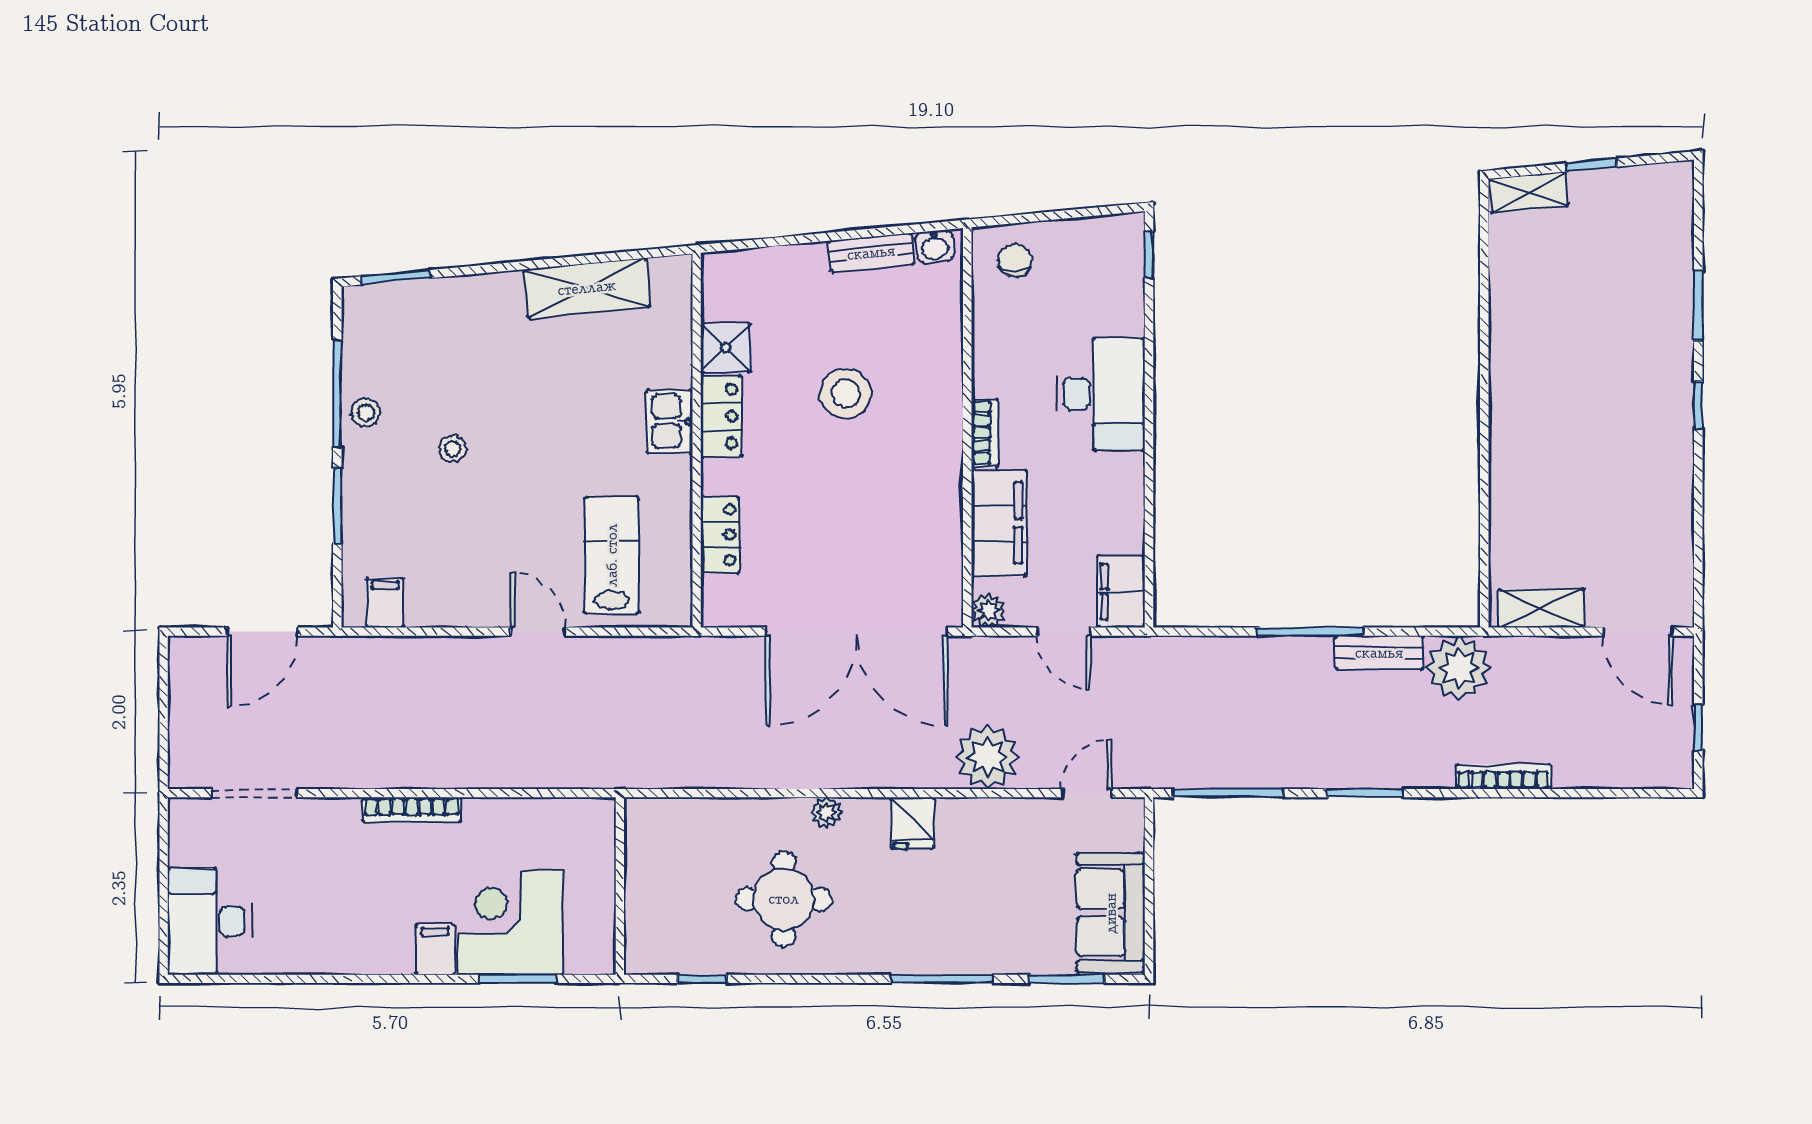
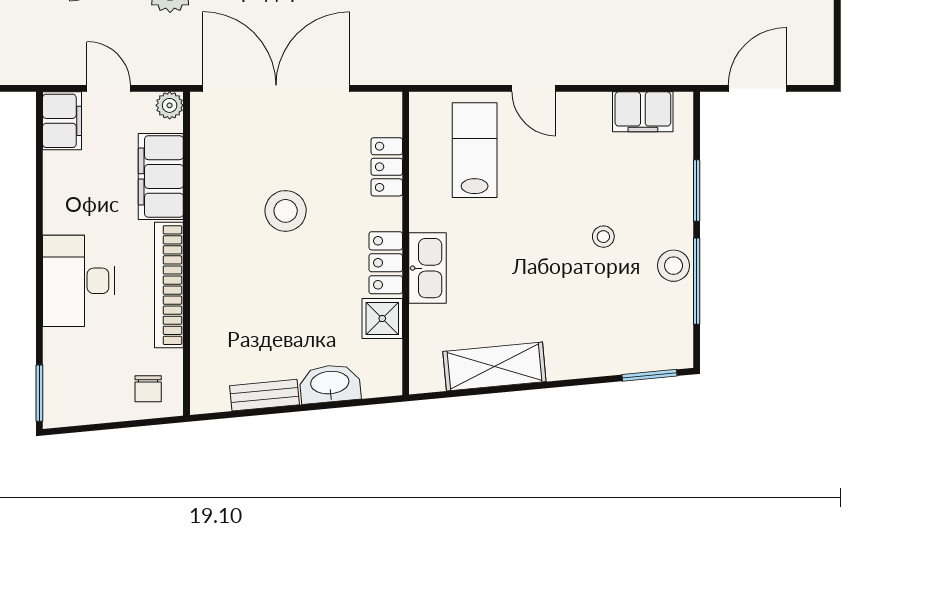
washbasin: (935, 246) -> (330, 384), moved, width x1.91, depth x1.45
window: (1149, 255) -> (39, 393), width x1.50
stool: (846, 394) -> (286, 211), moved
stool: (366, 413) -> (674, 266), width x1.37, depth x1.37
kitchen sink: (670, 422) -> (428, 268), width x1.38
bookcase: (985, 433) -> (169, 285), width x2.31, depth x1.31
lab bench: (612, 555) -> (475, 150), turned 180
filing cabinet: (385, 603) -> (643, 112), width x2.00

